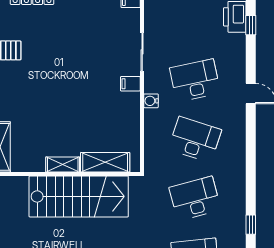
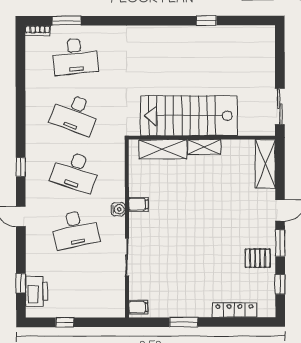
filing cabinet: (130, 84) -> (138, 204), moved
desk: (195, 199) -> (75, 114), turned 36
window: (251, 225) -> (21, 167), moved

